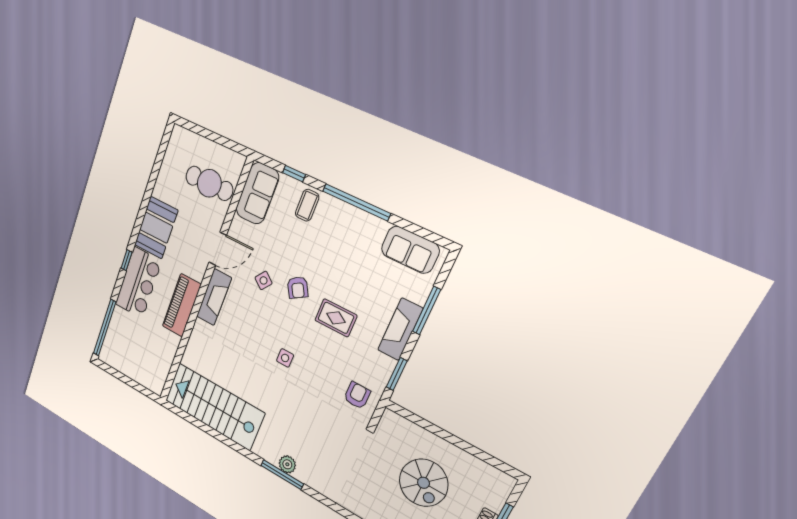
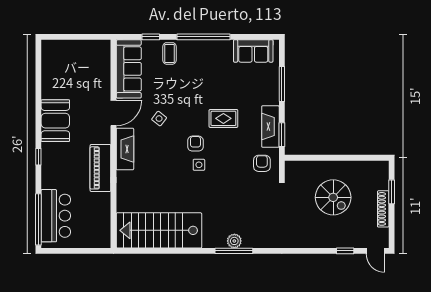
cafe table: (209, 183) -> (88, 70), removed
sofa: (257, 193) -> (129, 69), width x1.36
bar counter: (138, 283) -> (56, 216), moved
armchair: (298, 288) -> (195, 144), moved, turned -149
fireplace: (400, 329) -> (270, 127), moved

